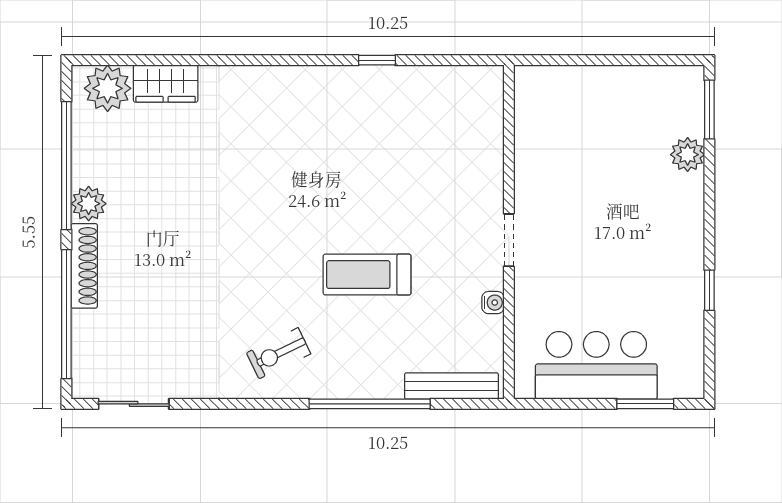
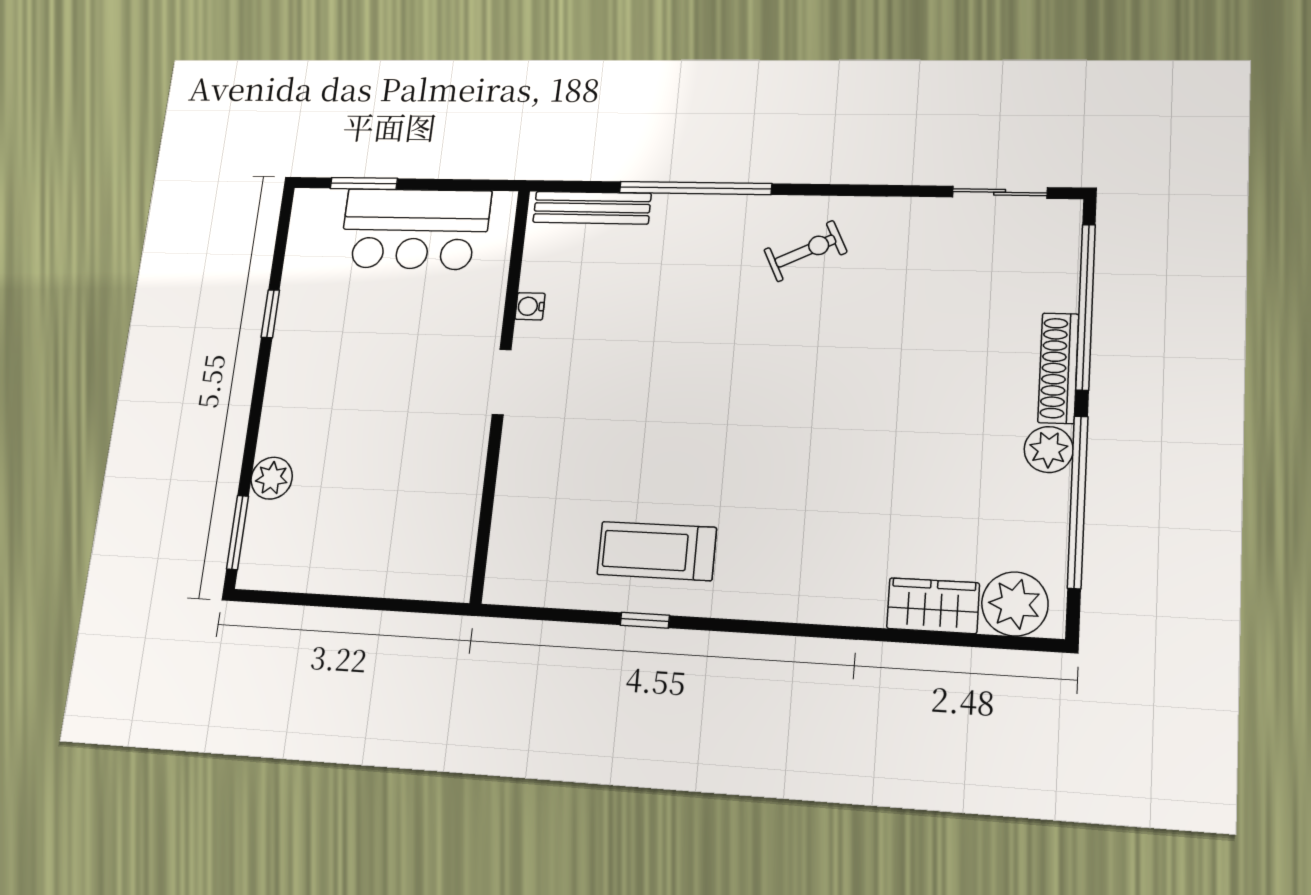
treadmill: (367, 275) -> (657, 551), moved, turned 180

